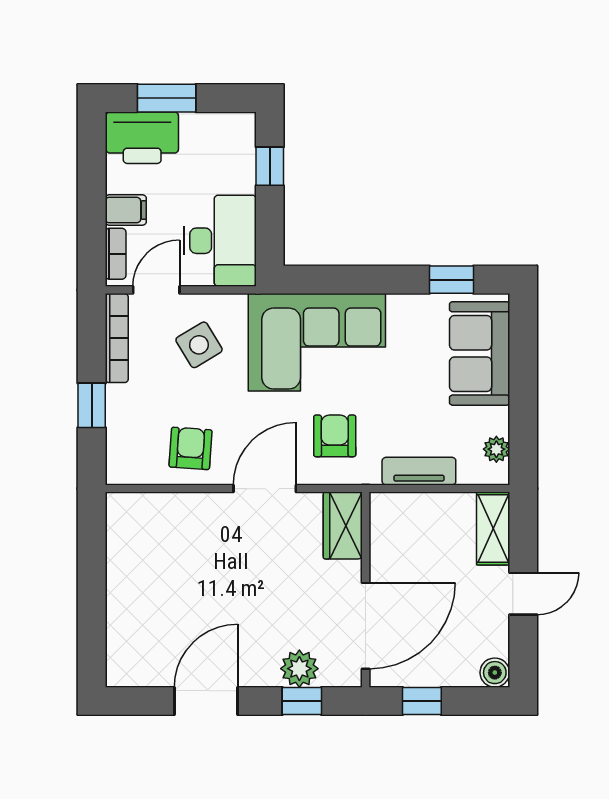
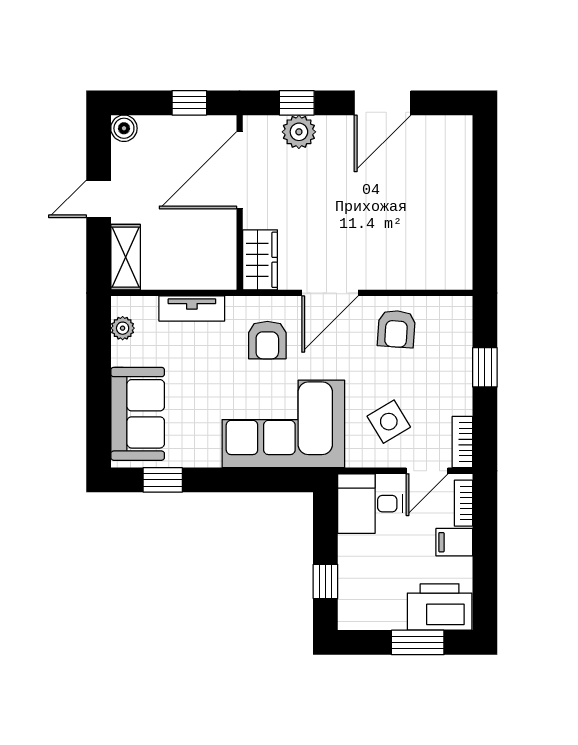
desk: (220, 241) -> (370, 504), width x0.73
bookcase: (117, 338) -> (462, 442), width x0.64

